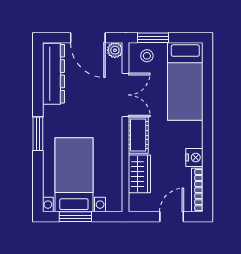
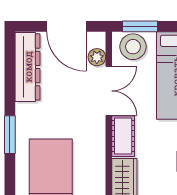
plant: (115, 50) -> (97, 57), moved
stool: (147, 56) -> (133, 47), width x1.89, depth x1.89

